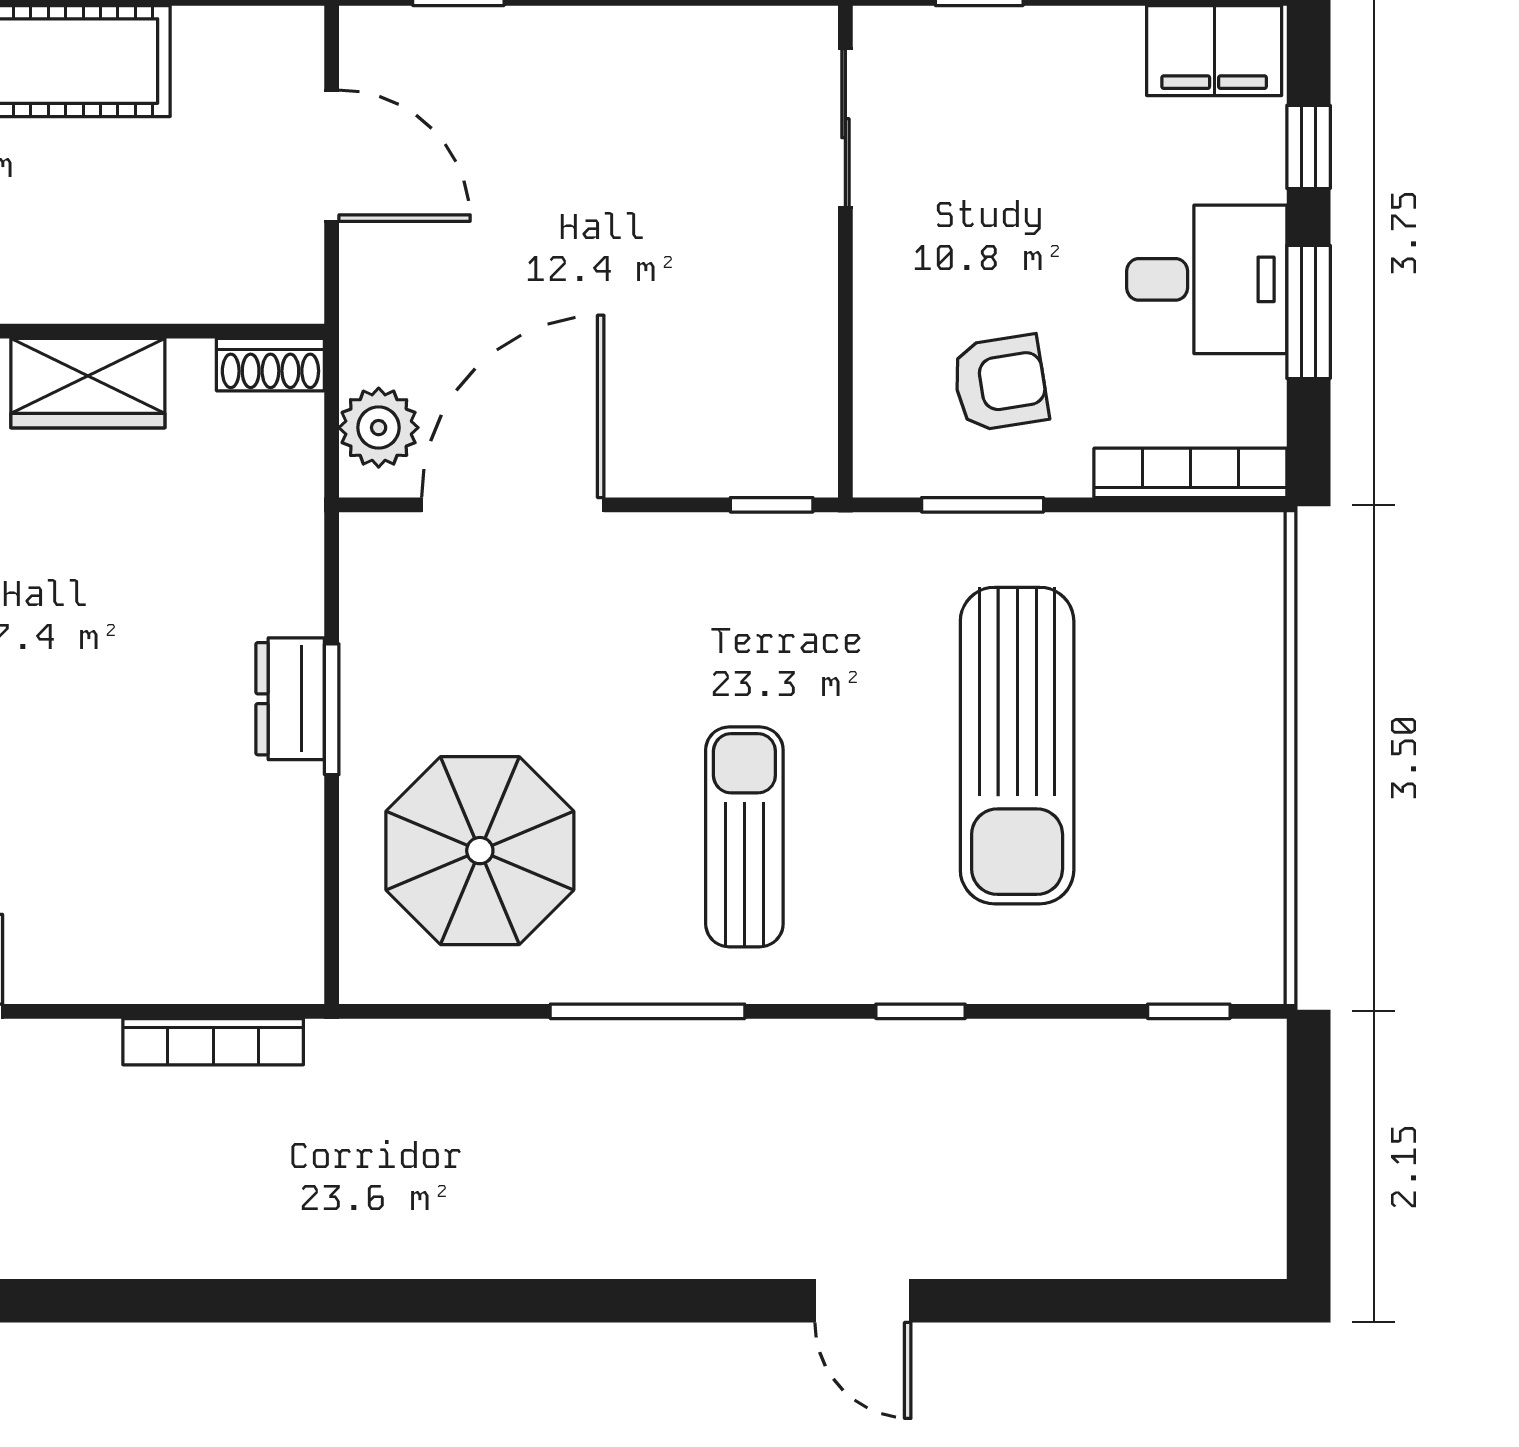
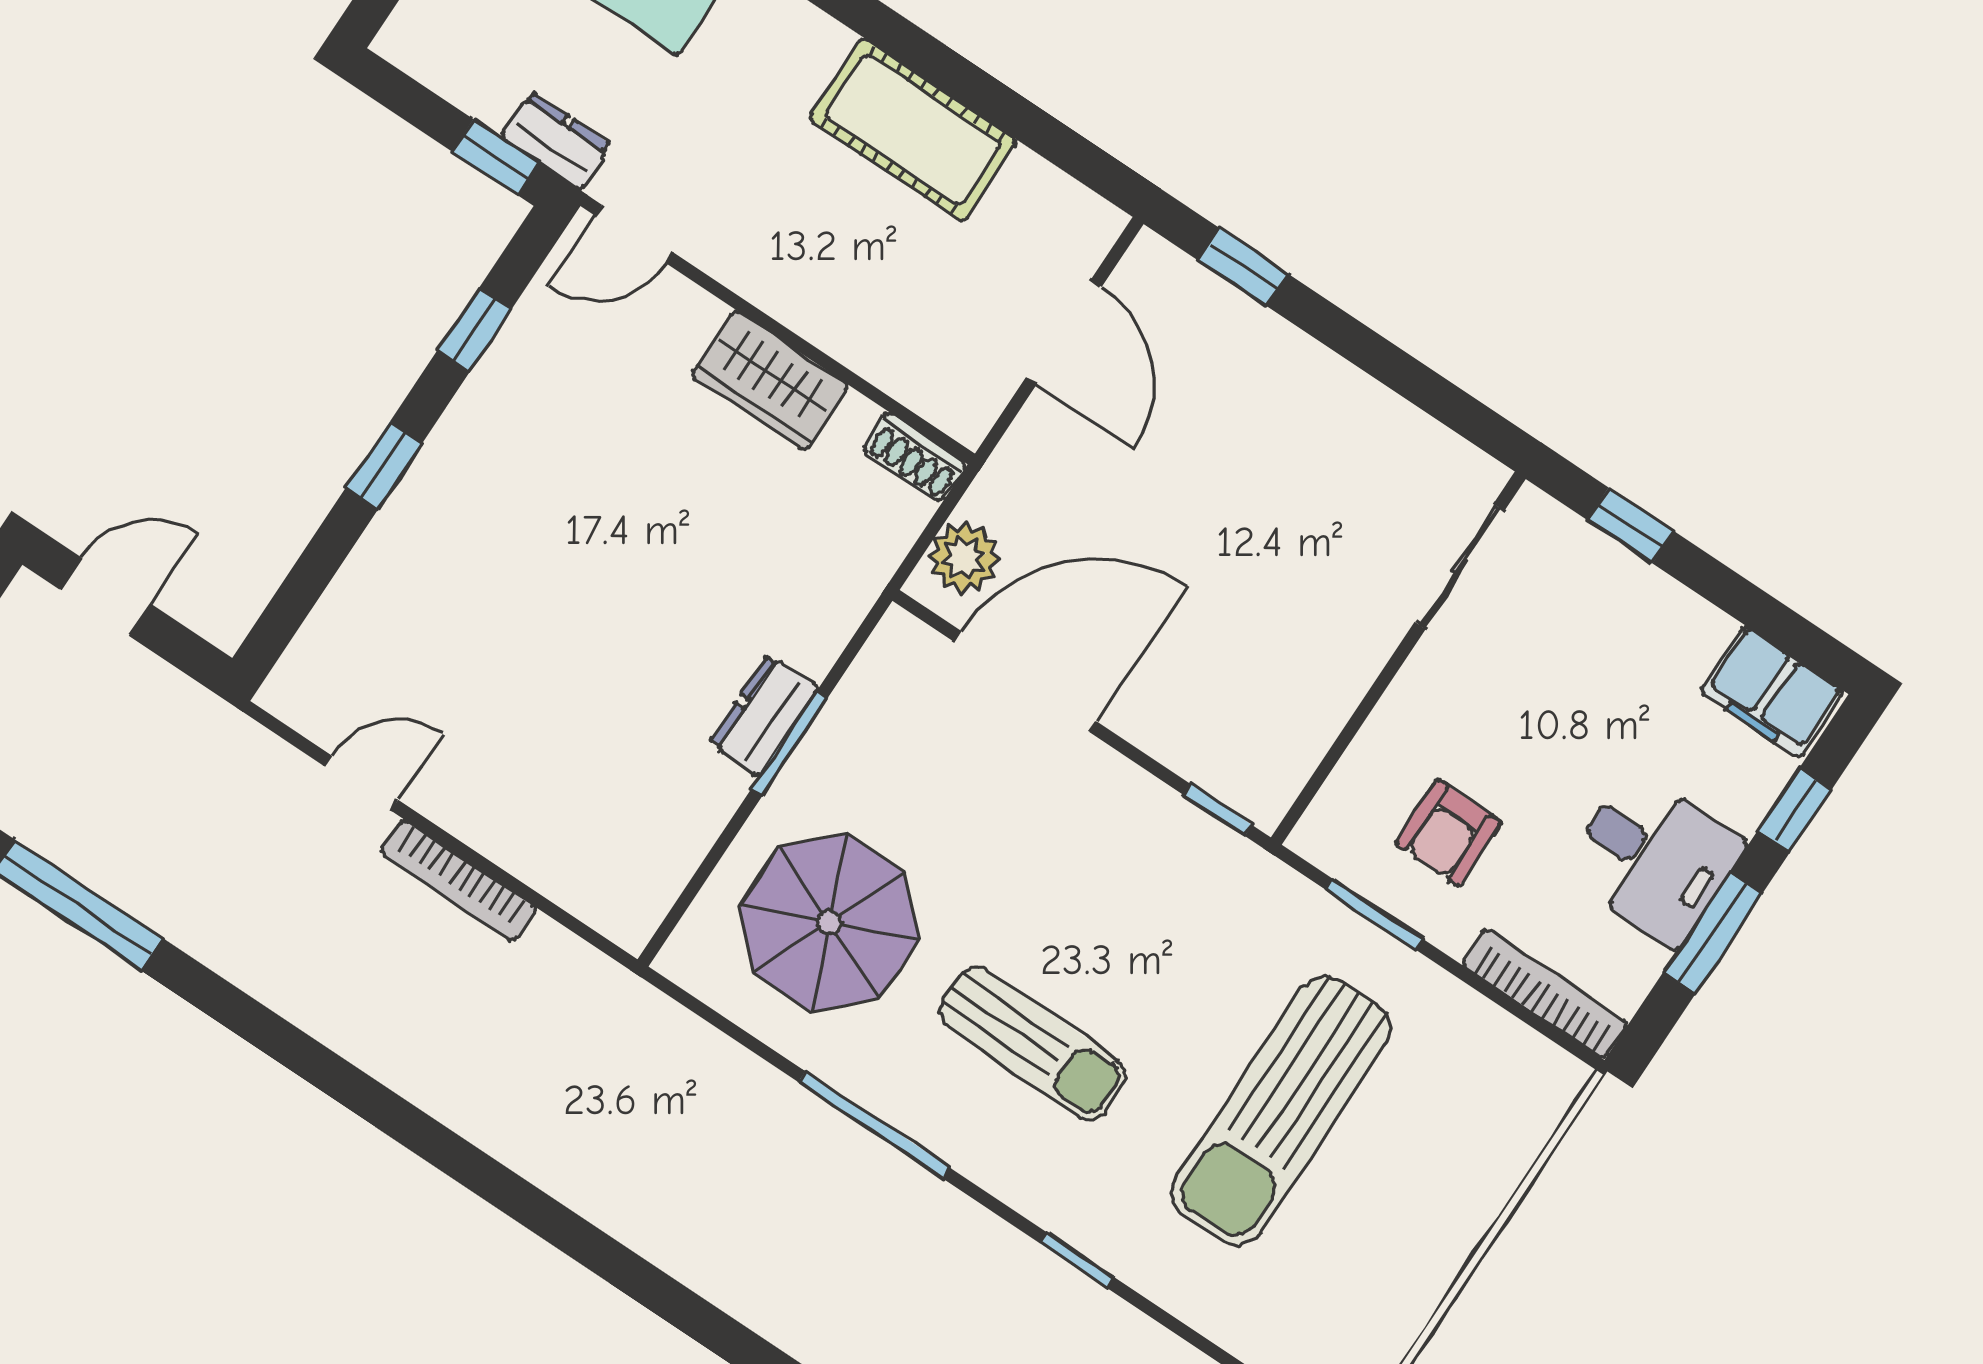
armchair: (1000, 383) -> (1448, 833), turned 99
sun lounger: (744, 837) -> (1033, 1043), turned 91
bookcase: (213, 1042) -> (459, 880), moved

